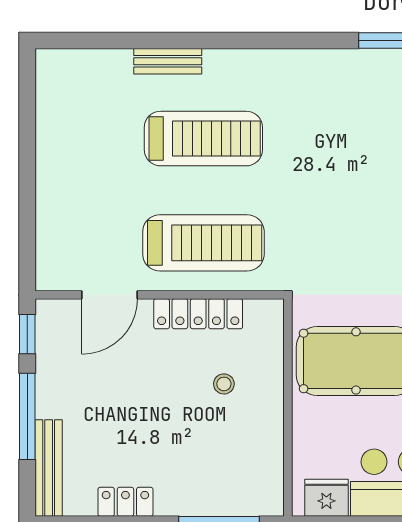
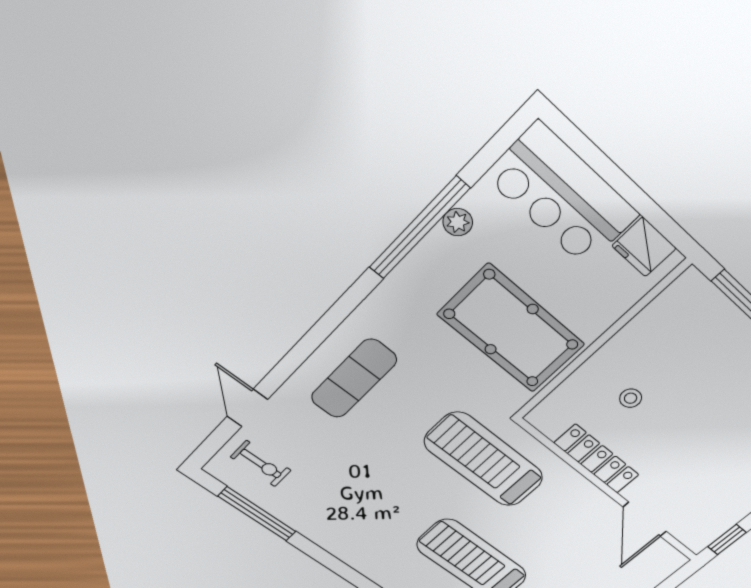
treadmill: (203, 243) -> (484, 460), moved
door: (110, 295) -> (645, 519), swing flipped

